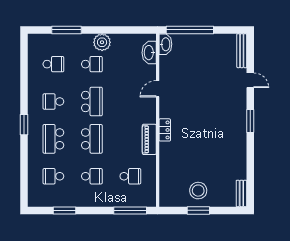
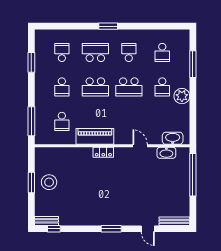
washbasin: (165, 44) -> (166, 153), moved
door: (250, 80) -> (148, 229), hinge flipped
piano: (149, 139) -> (95, 136), width x1.37, depth x1.33
window: (250, 185) -> (54, 229), added

